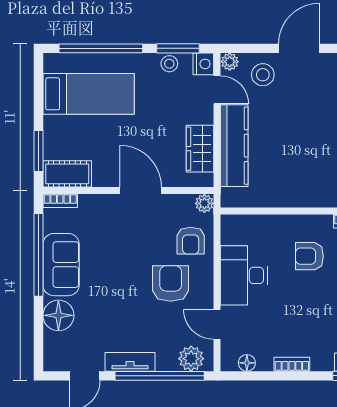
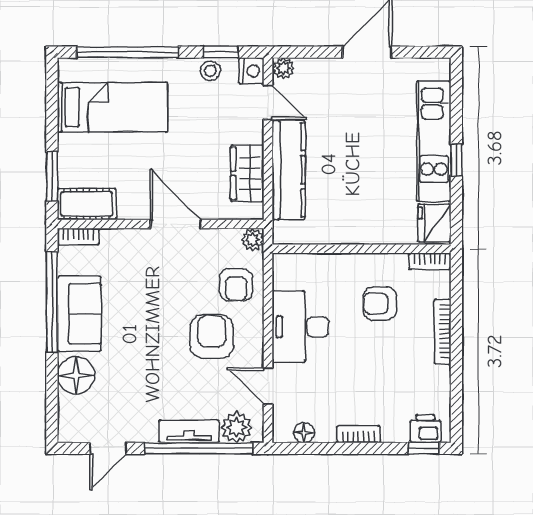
window: (178, 48) -> (221, 52), width x0.67
stool: (263, 75) -> (323, 84), removed
tv unit: (130, 362) -> (189, 431), moved

